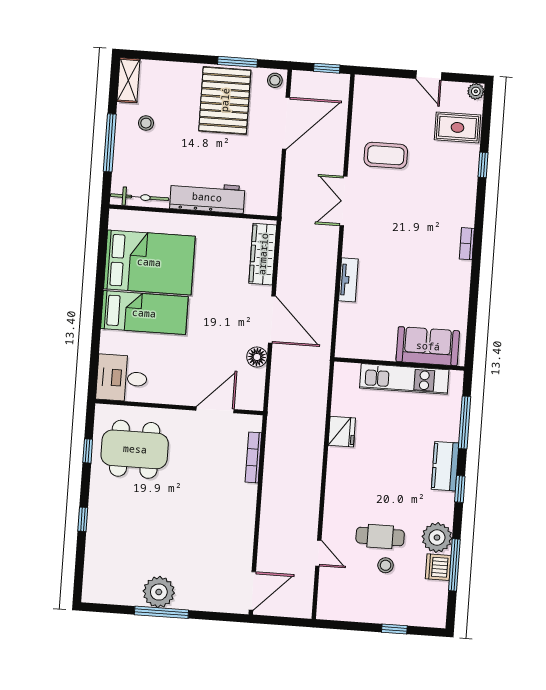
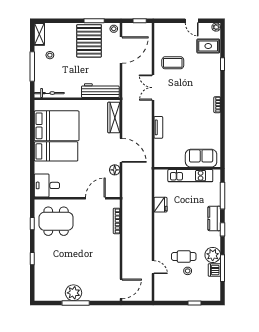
workbench: (207, 197) -> (100, 91), moved

